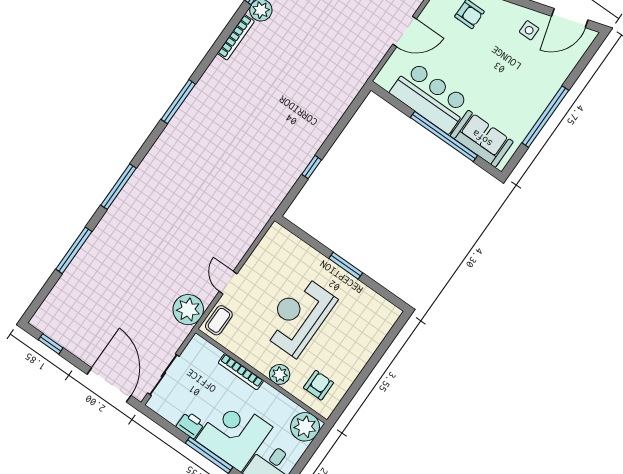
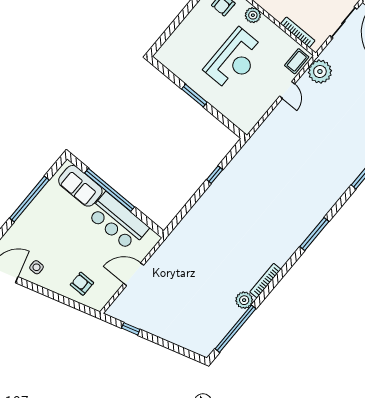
bookcase: (241, 372) -> (298, 32), moved

